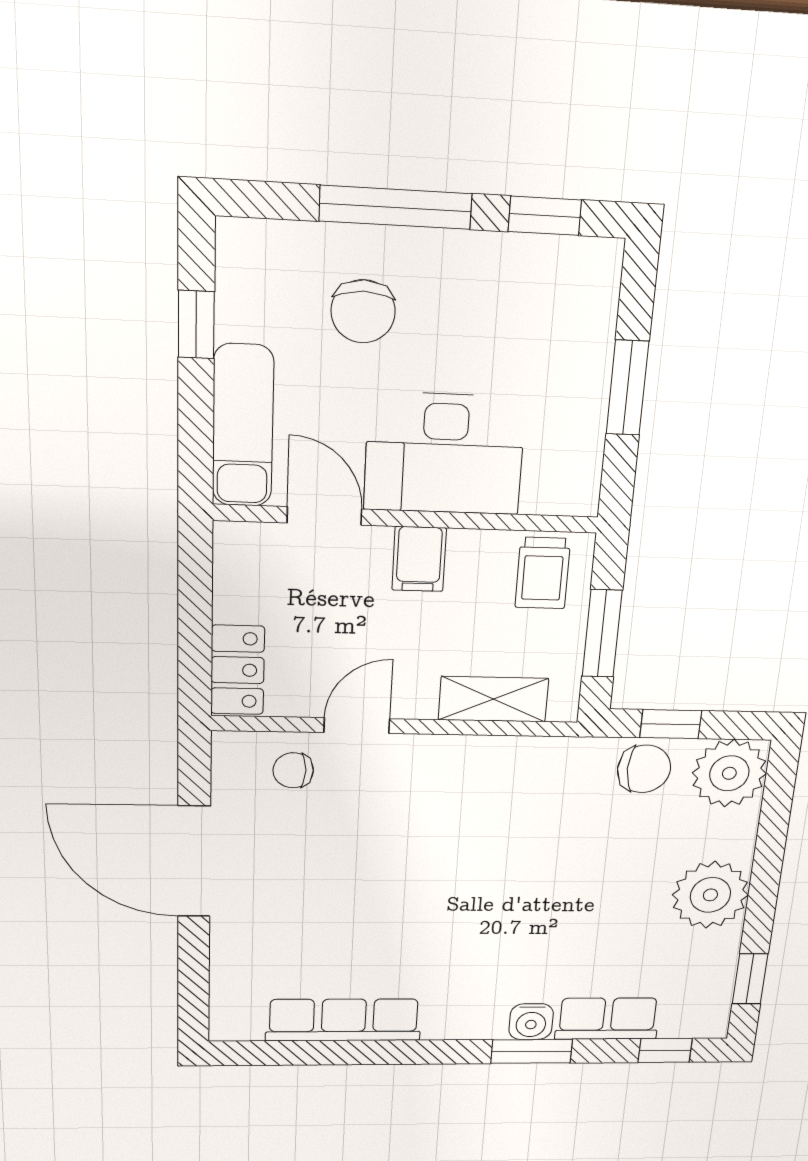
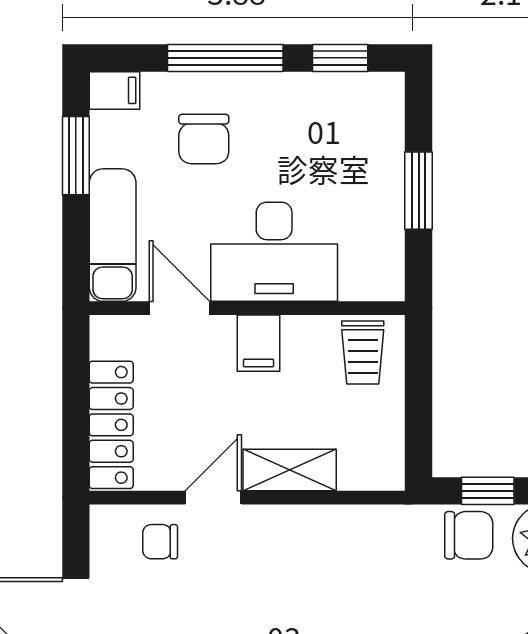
filing cabinet: (248, 242) -> (115, 90), added
window: (196, 325) -> (76, 156), width x1.50
window: (602, 634) -> (419, 406), removed
locker: (238, 670) -> (111, 425), width x1.53
shelving: (493, 699) -> (290, 470), moved

